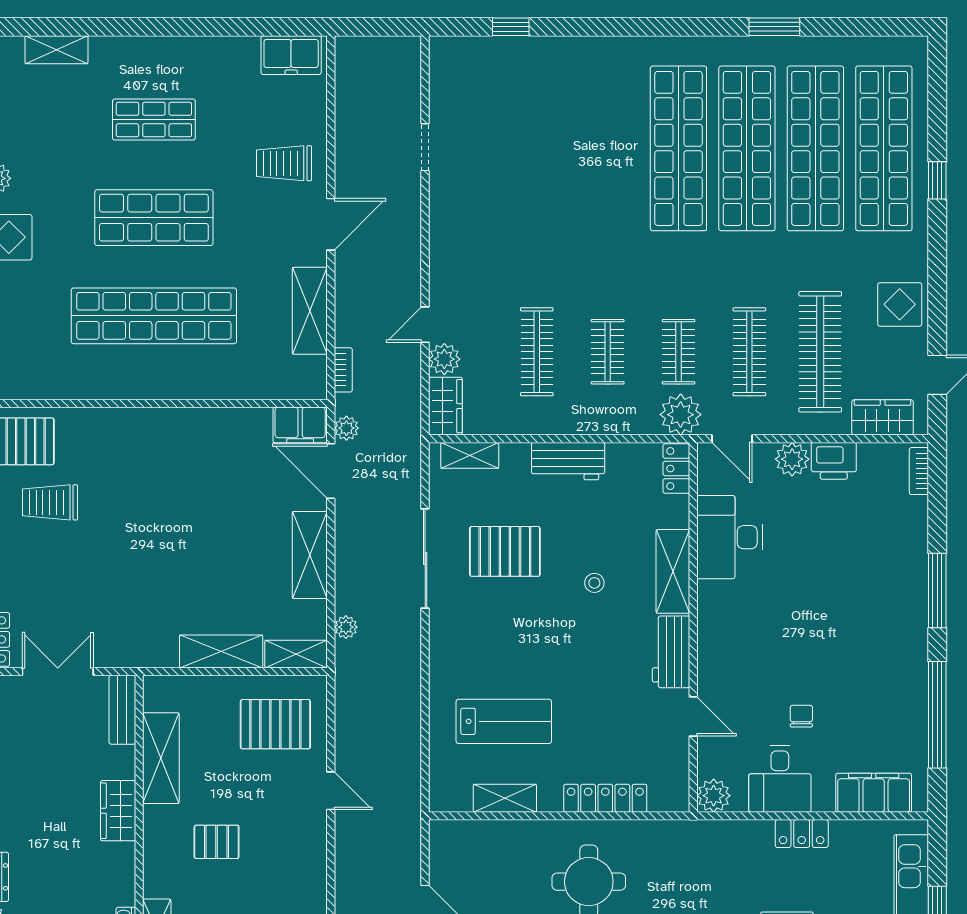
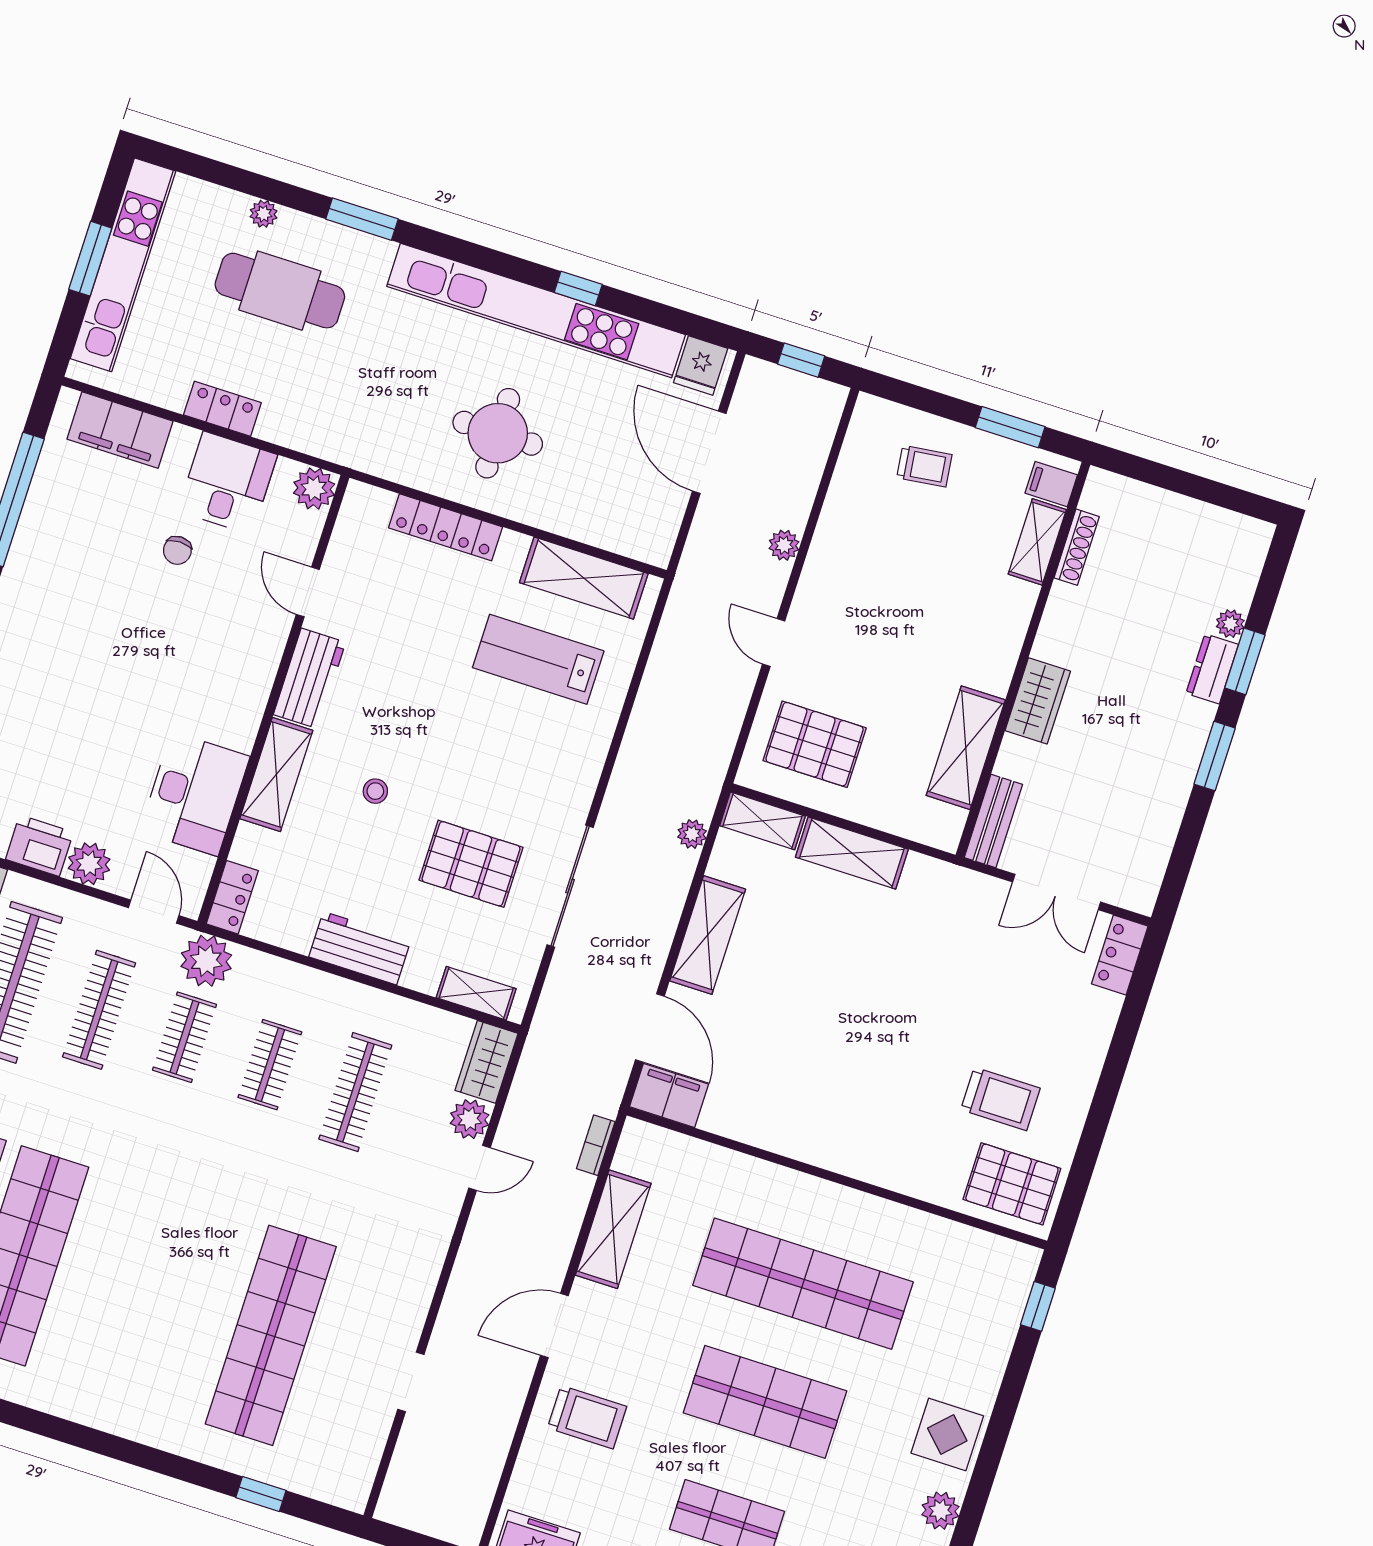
shop shelf: (678, 148) -> (271, 1335), moved
plant: (346, 428) -> (784, 545), moved
shelving: (505, 798) -> (584, 578), width x1.50, depth x1.33
pallet: (217, 842) -> (931, 625), removed

